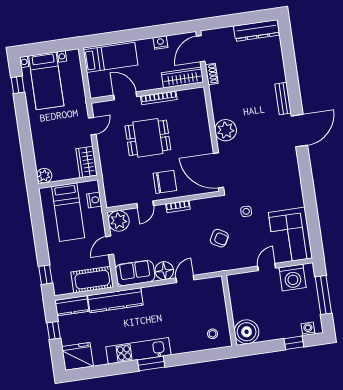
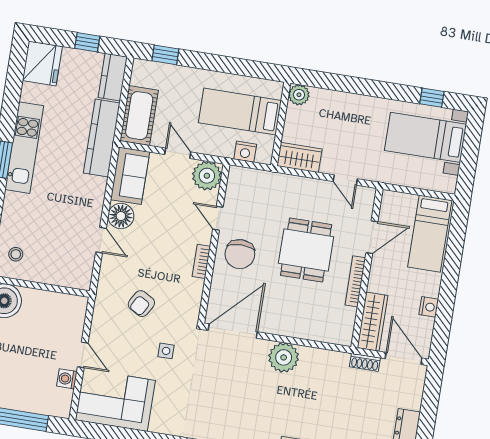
washing machine: (293, 277) -> (67, 379), width x0.53, depth x0.53

